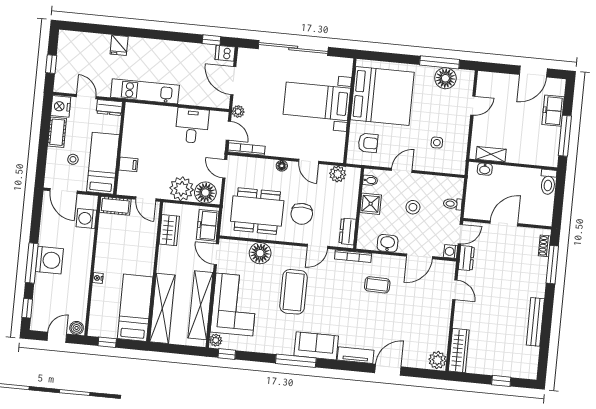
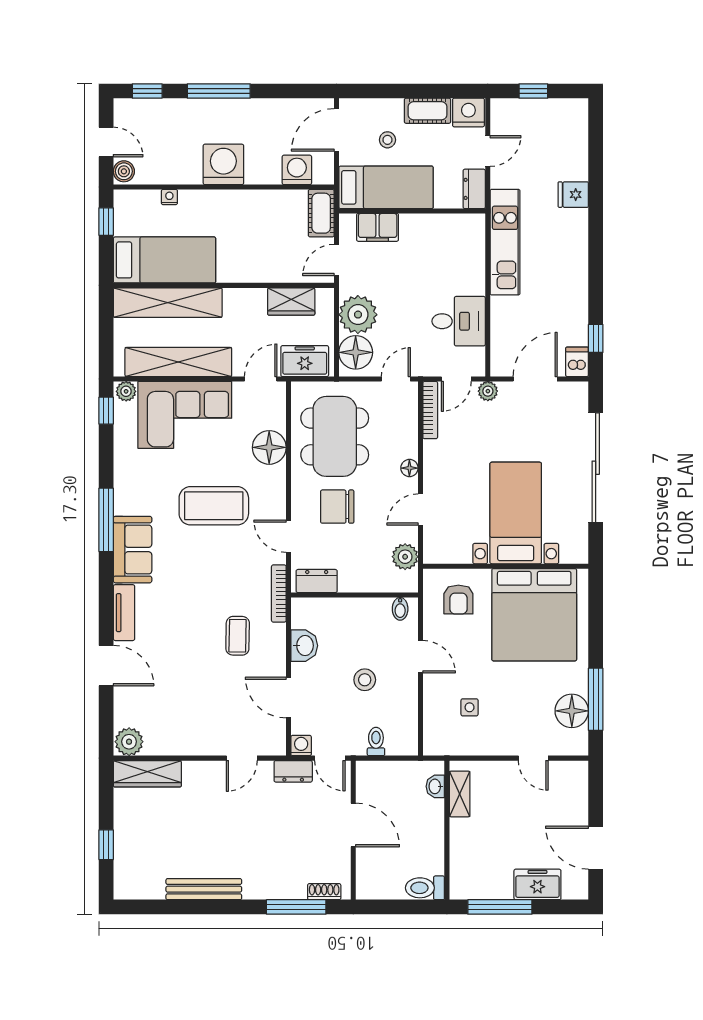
filing cabinet: (128, 164) -> (378, 227), width x2.00
shower: (371, 204) -> (364, 613), removed
washing machine: (49, 260) -> (223, 164), moved, turned 180
nightstand: (98, 278) -> (169, 197), moved

